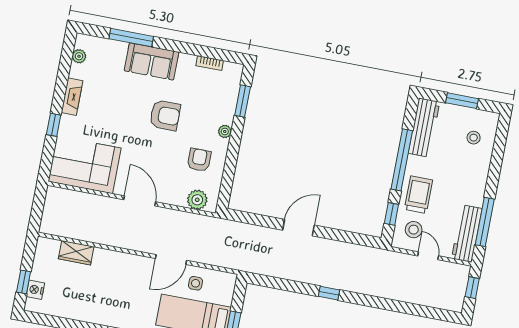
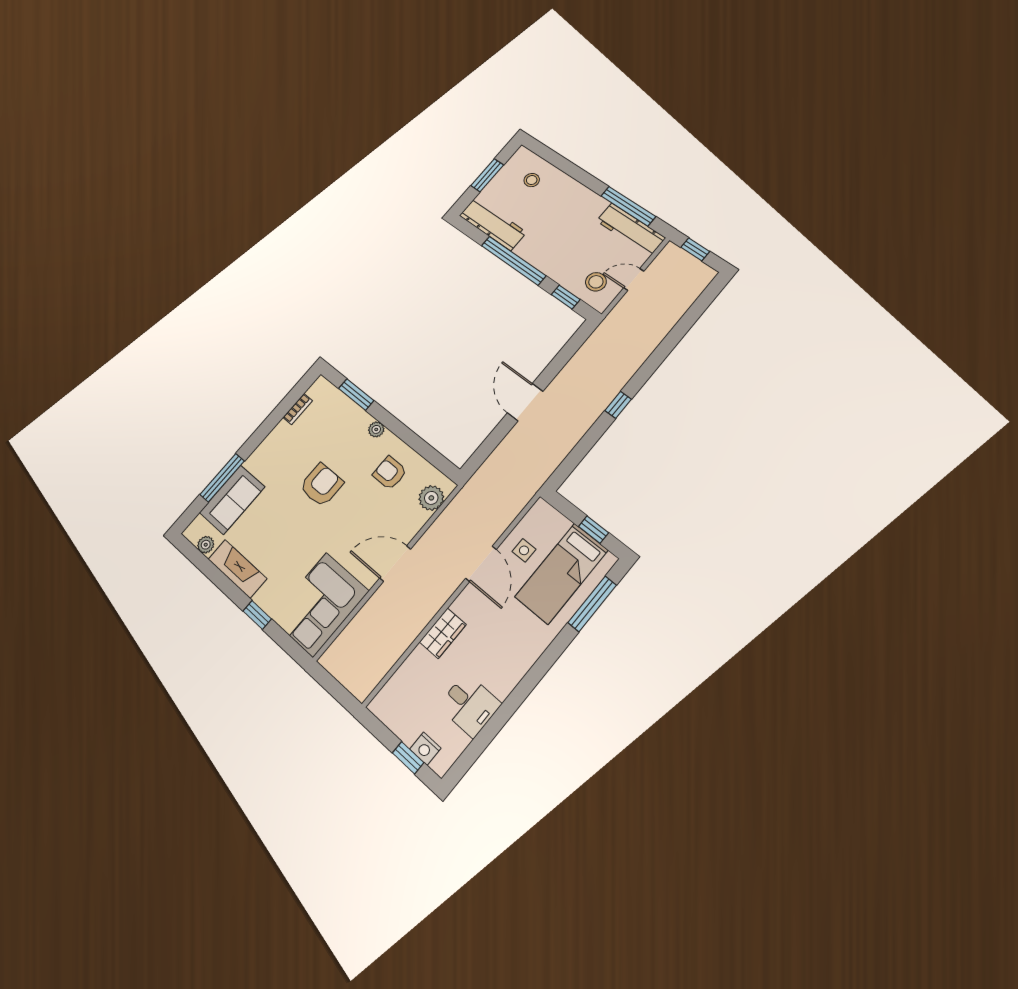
sofa: (152, 61) -> (232, 500), moved
fireplace: (72, 97) -> (237, 569), width x1.37, depth x1.32
trolley: (419, 195) -> (560, 260), removed
wardrobe: (76, 253) -> (443, 633), moved
desk: (78, 303) -> (470, 705), added

